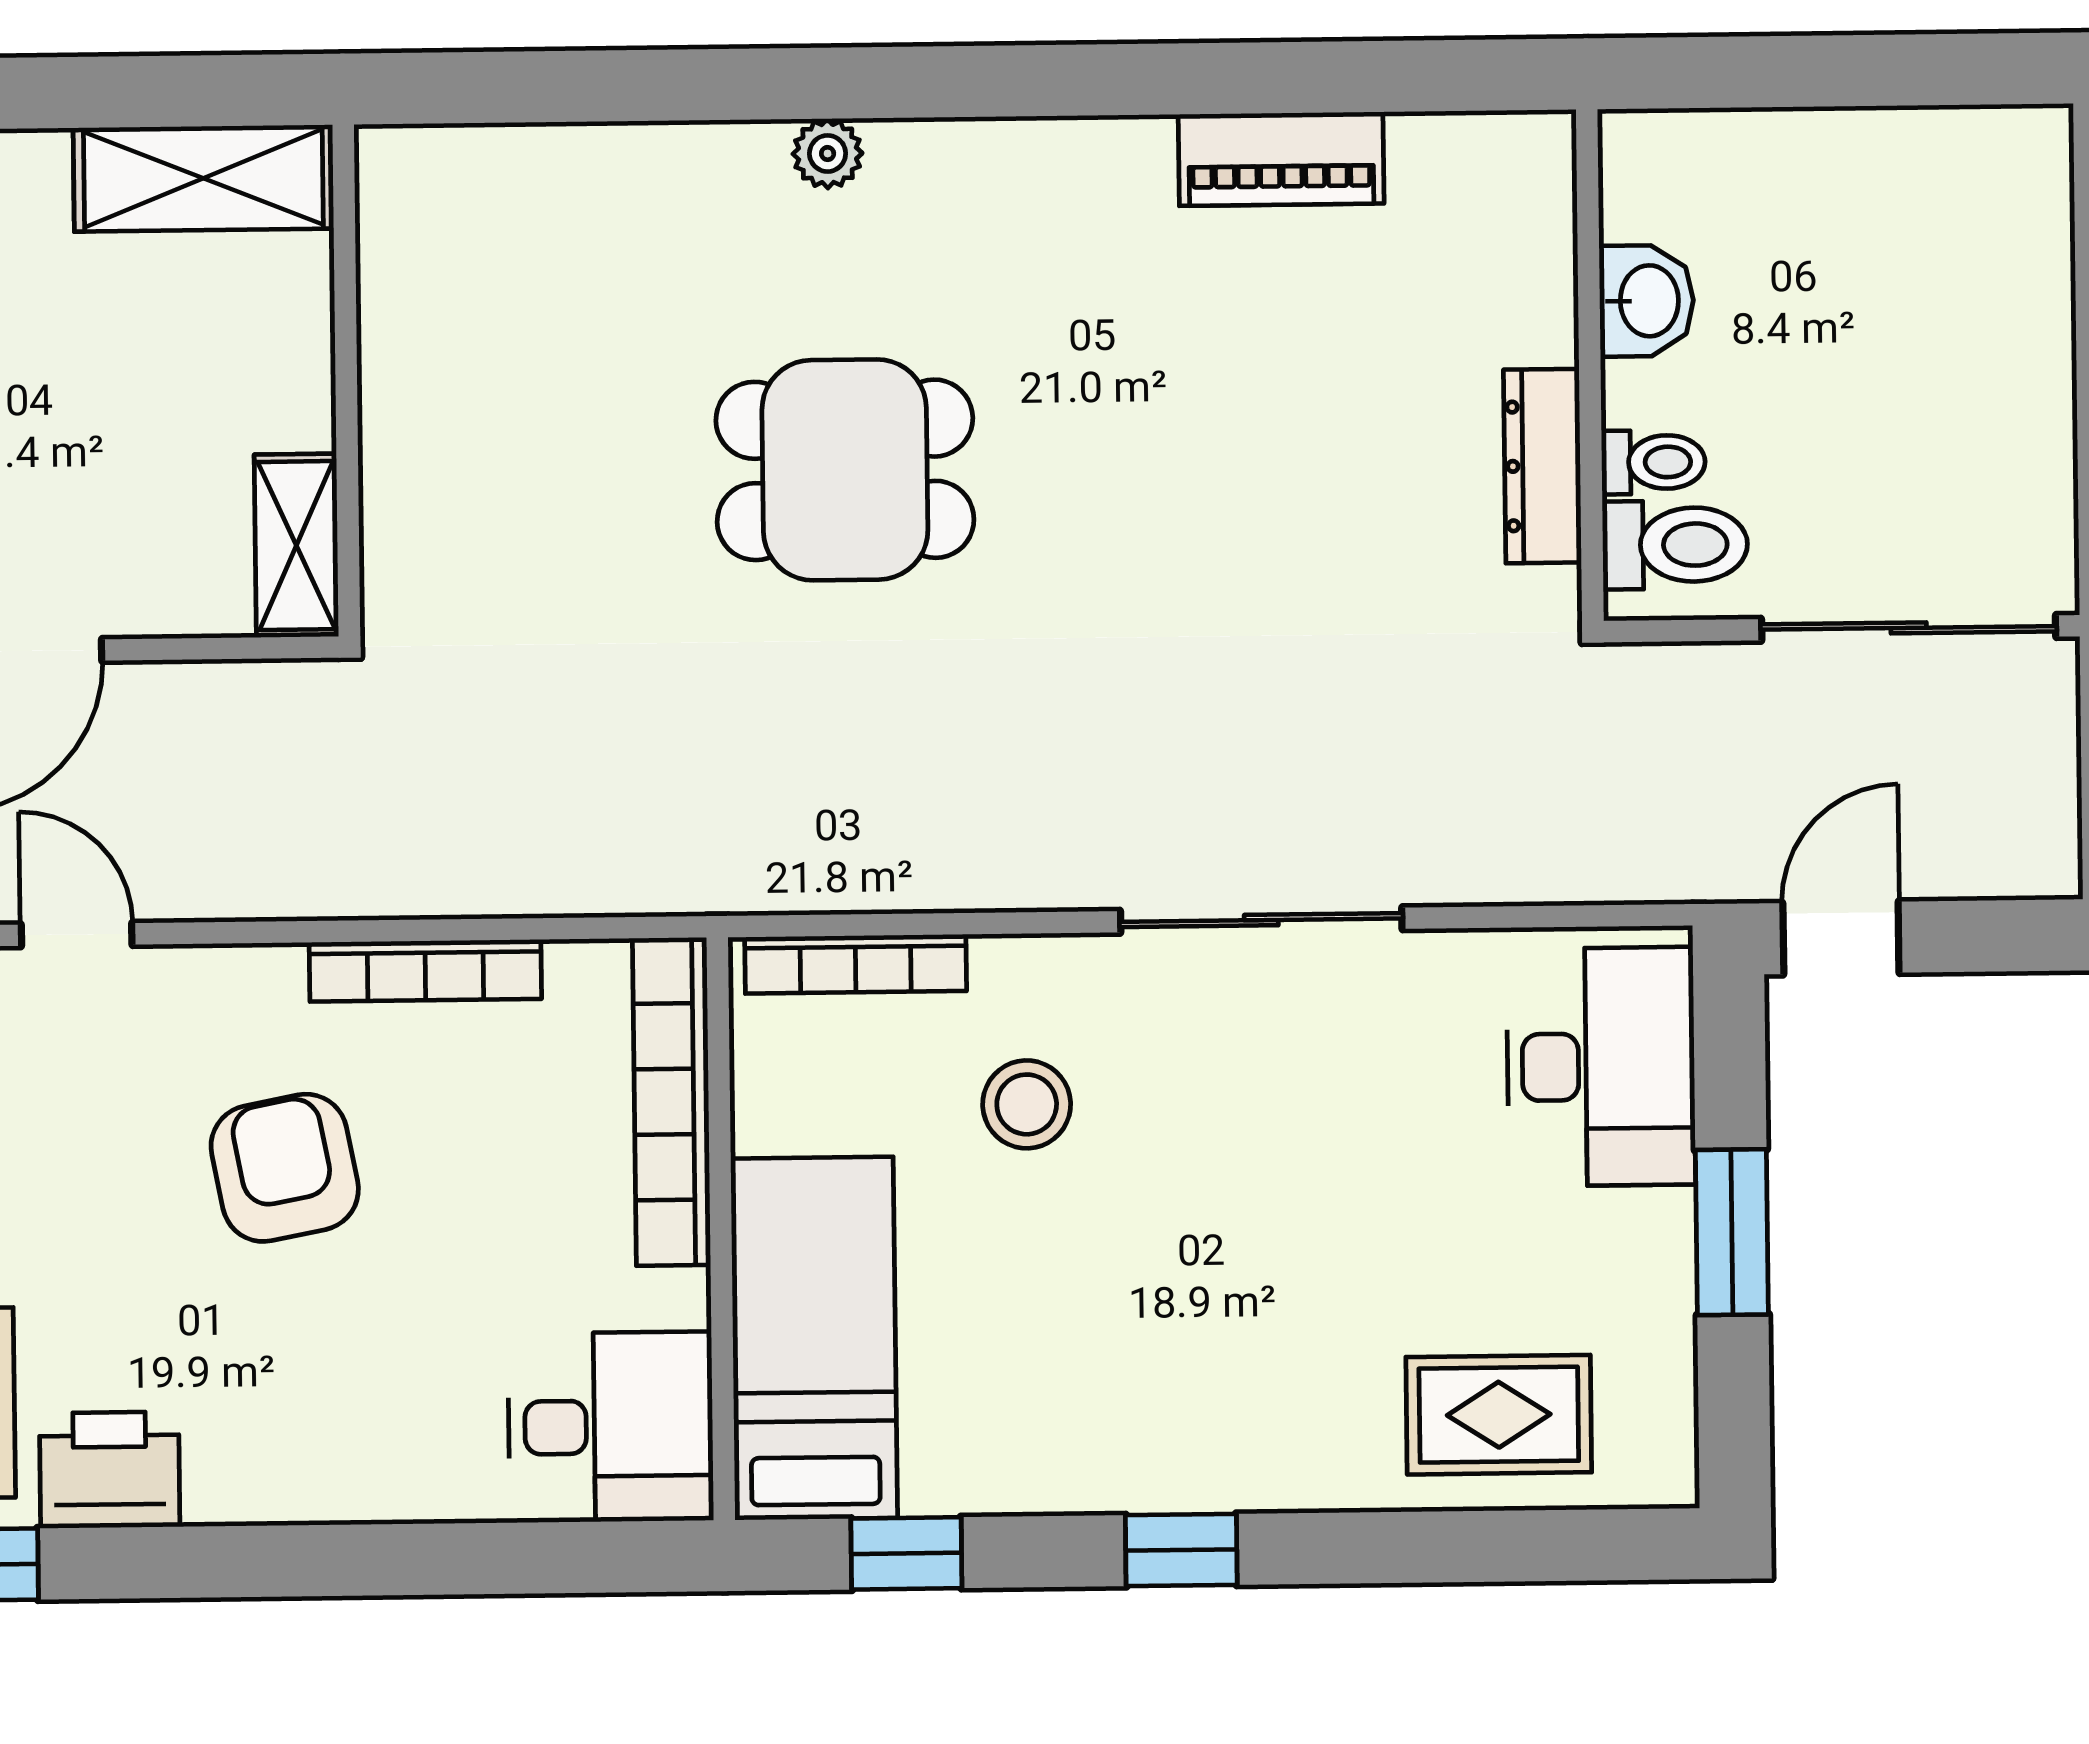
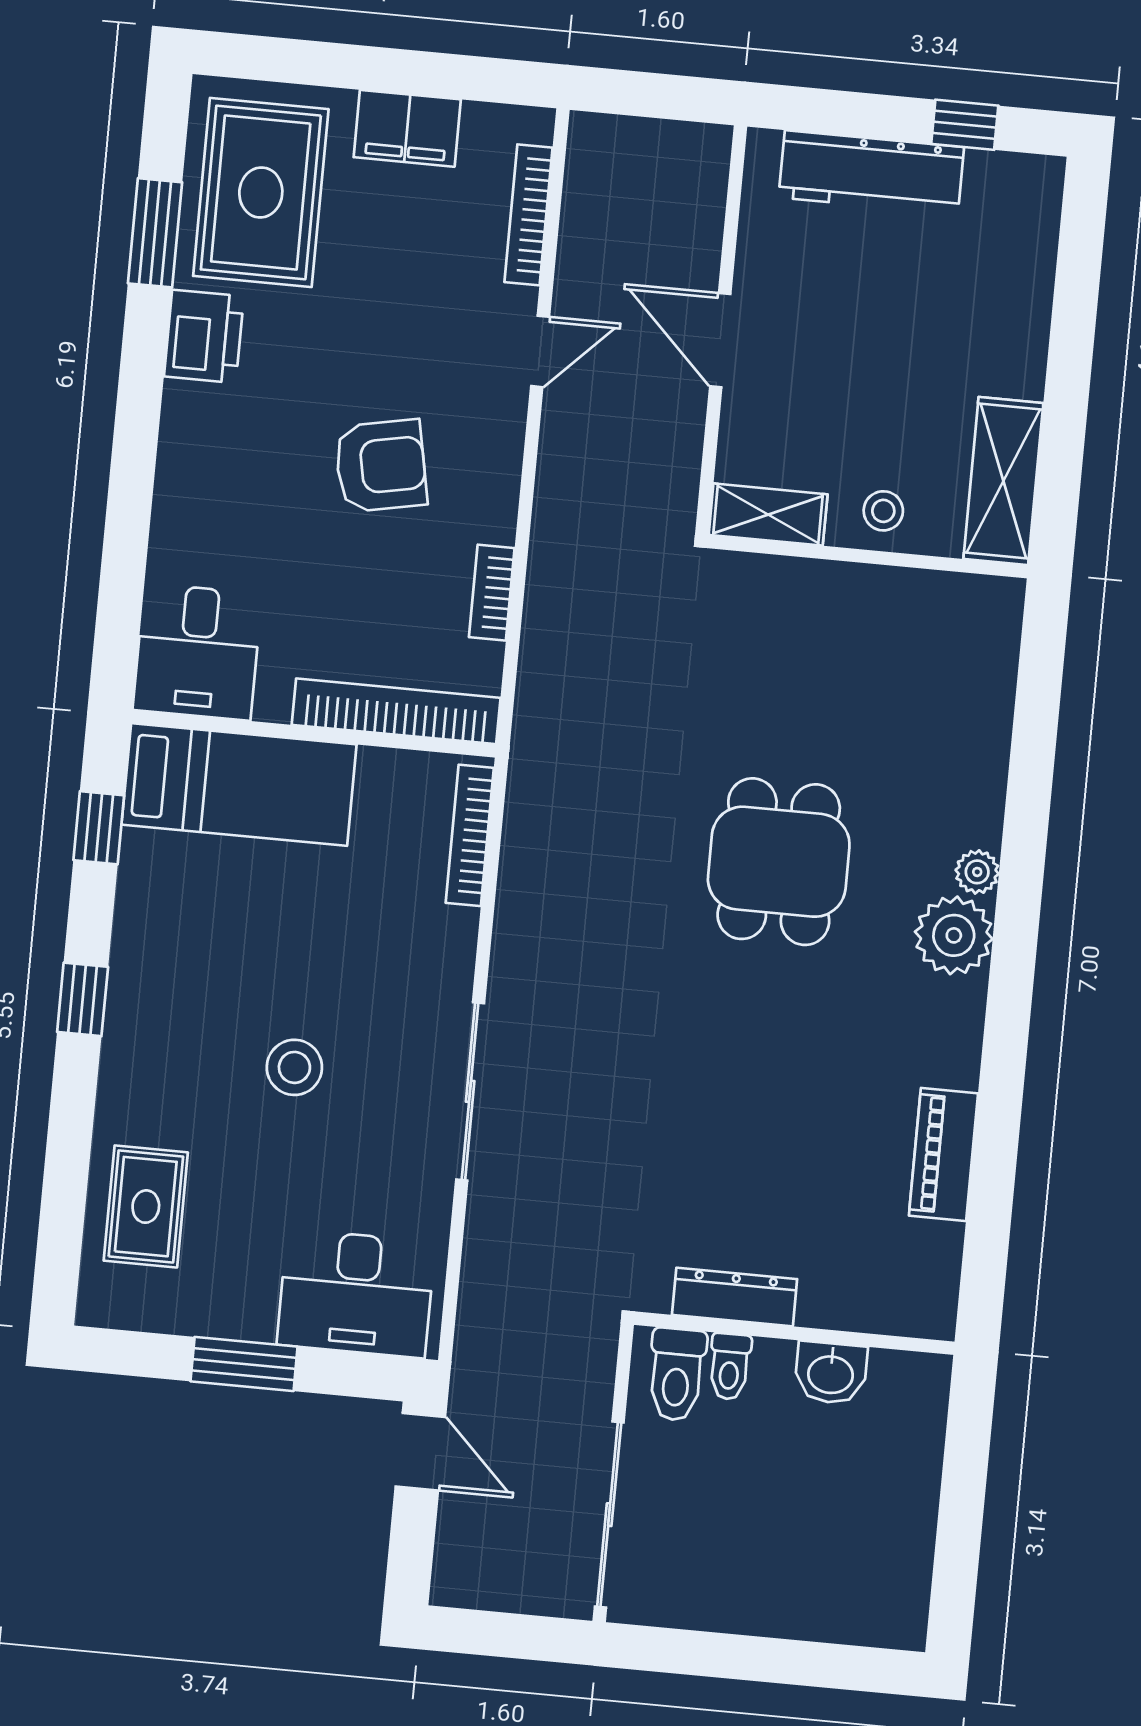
plant: (932, 180) -> (954, 935), added
stool: (271, 363) -> (883, 511), added
bookcase: (425, 971) -> (492, 593), width x0.64
stool: (1027, 1104) -> (294, 1067), moved

